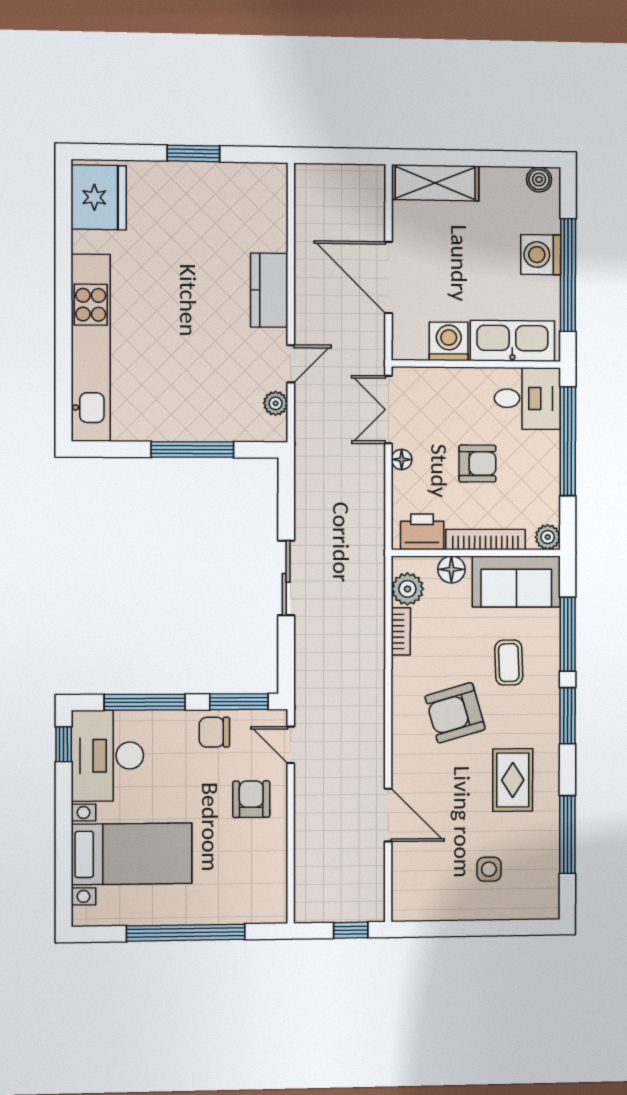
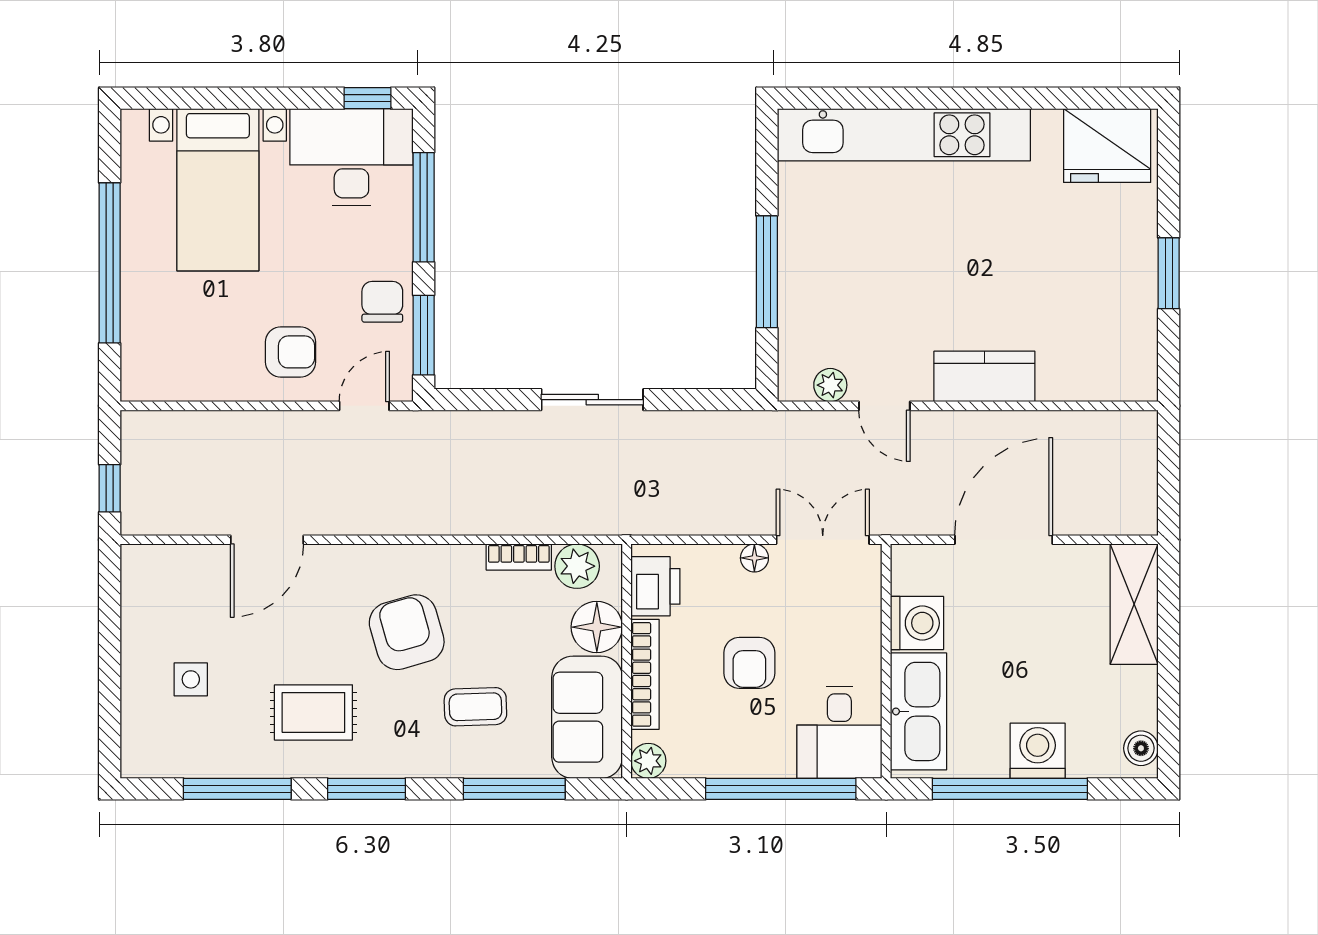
floor lamp: (451, 569) -> (597, 627), width x1.38, depth x1.38
window: (568, 716) -> (366, 789), moved

